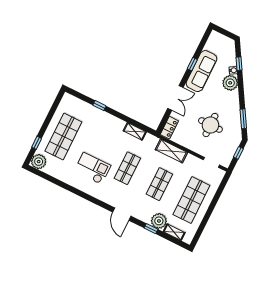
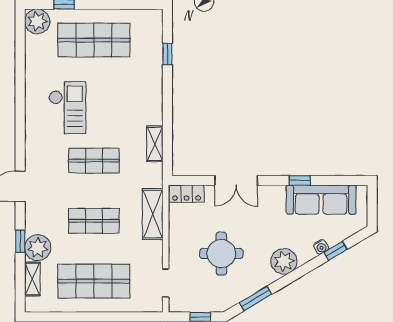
sofa: (201, 71) -> (321, 200), moved
plant: (230, 83) -> (284, 261), moved
window: (99, 106) -> (167, 54), moved

